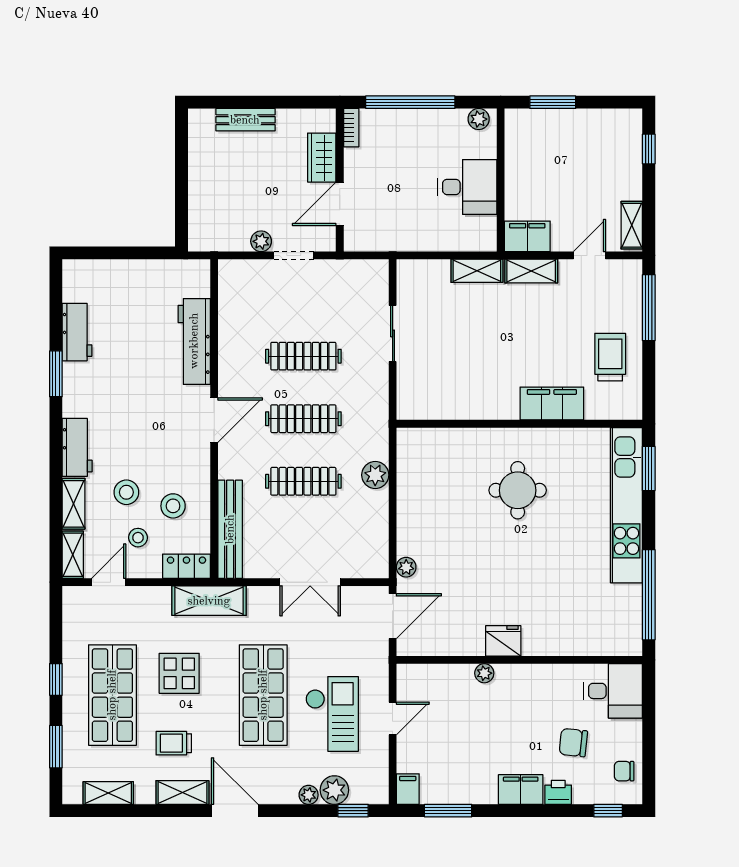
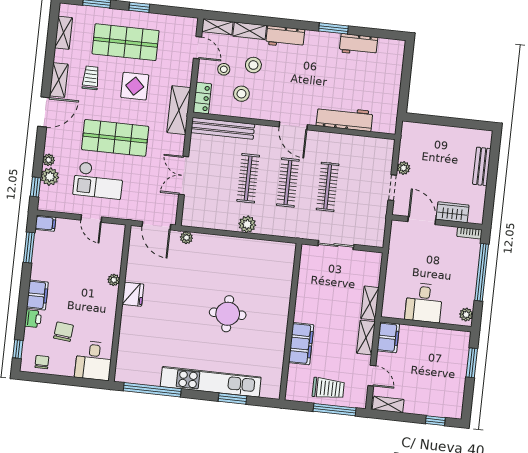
trolley: (610, 357) -> (328, 388), moved
filing cabinet: (552, 403) -> (301, 344), moved
wall: (519, 424) -> (291, 322), moved

